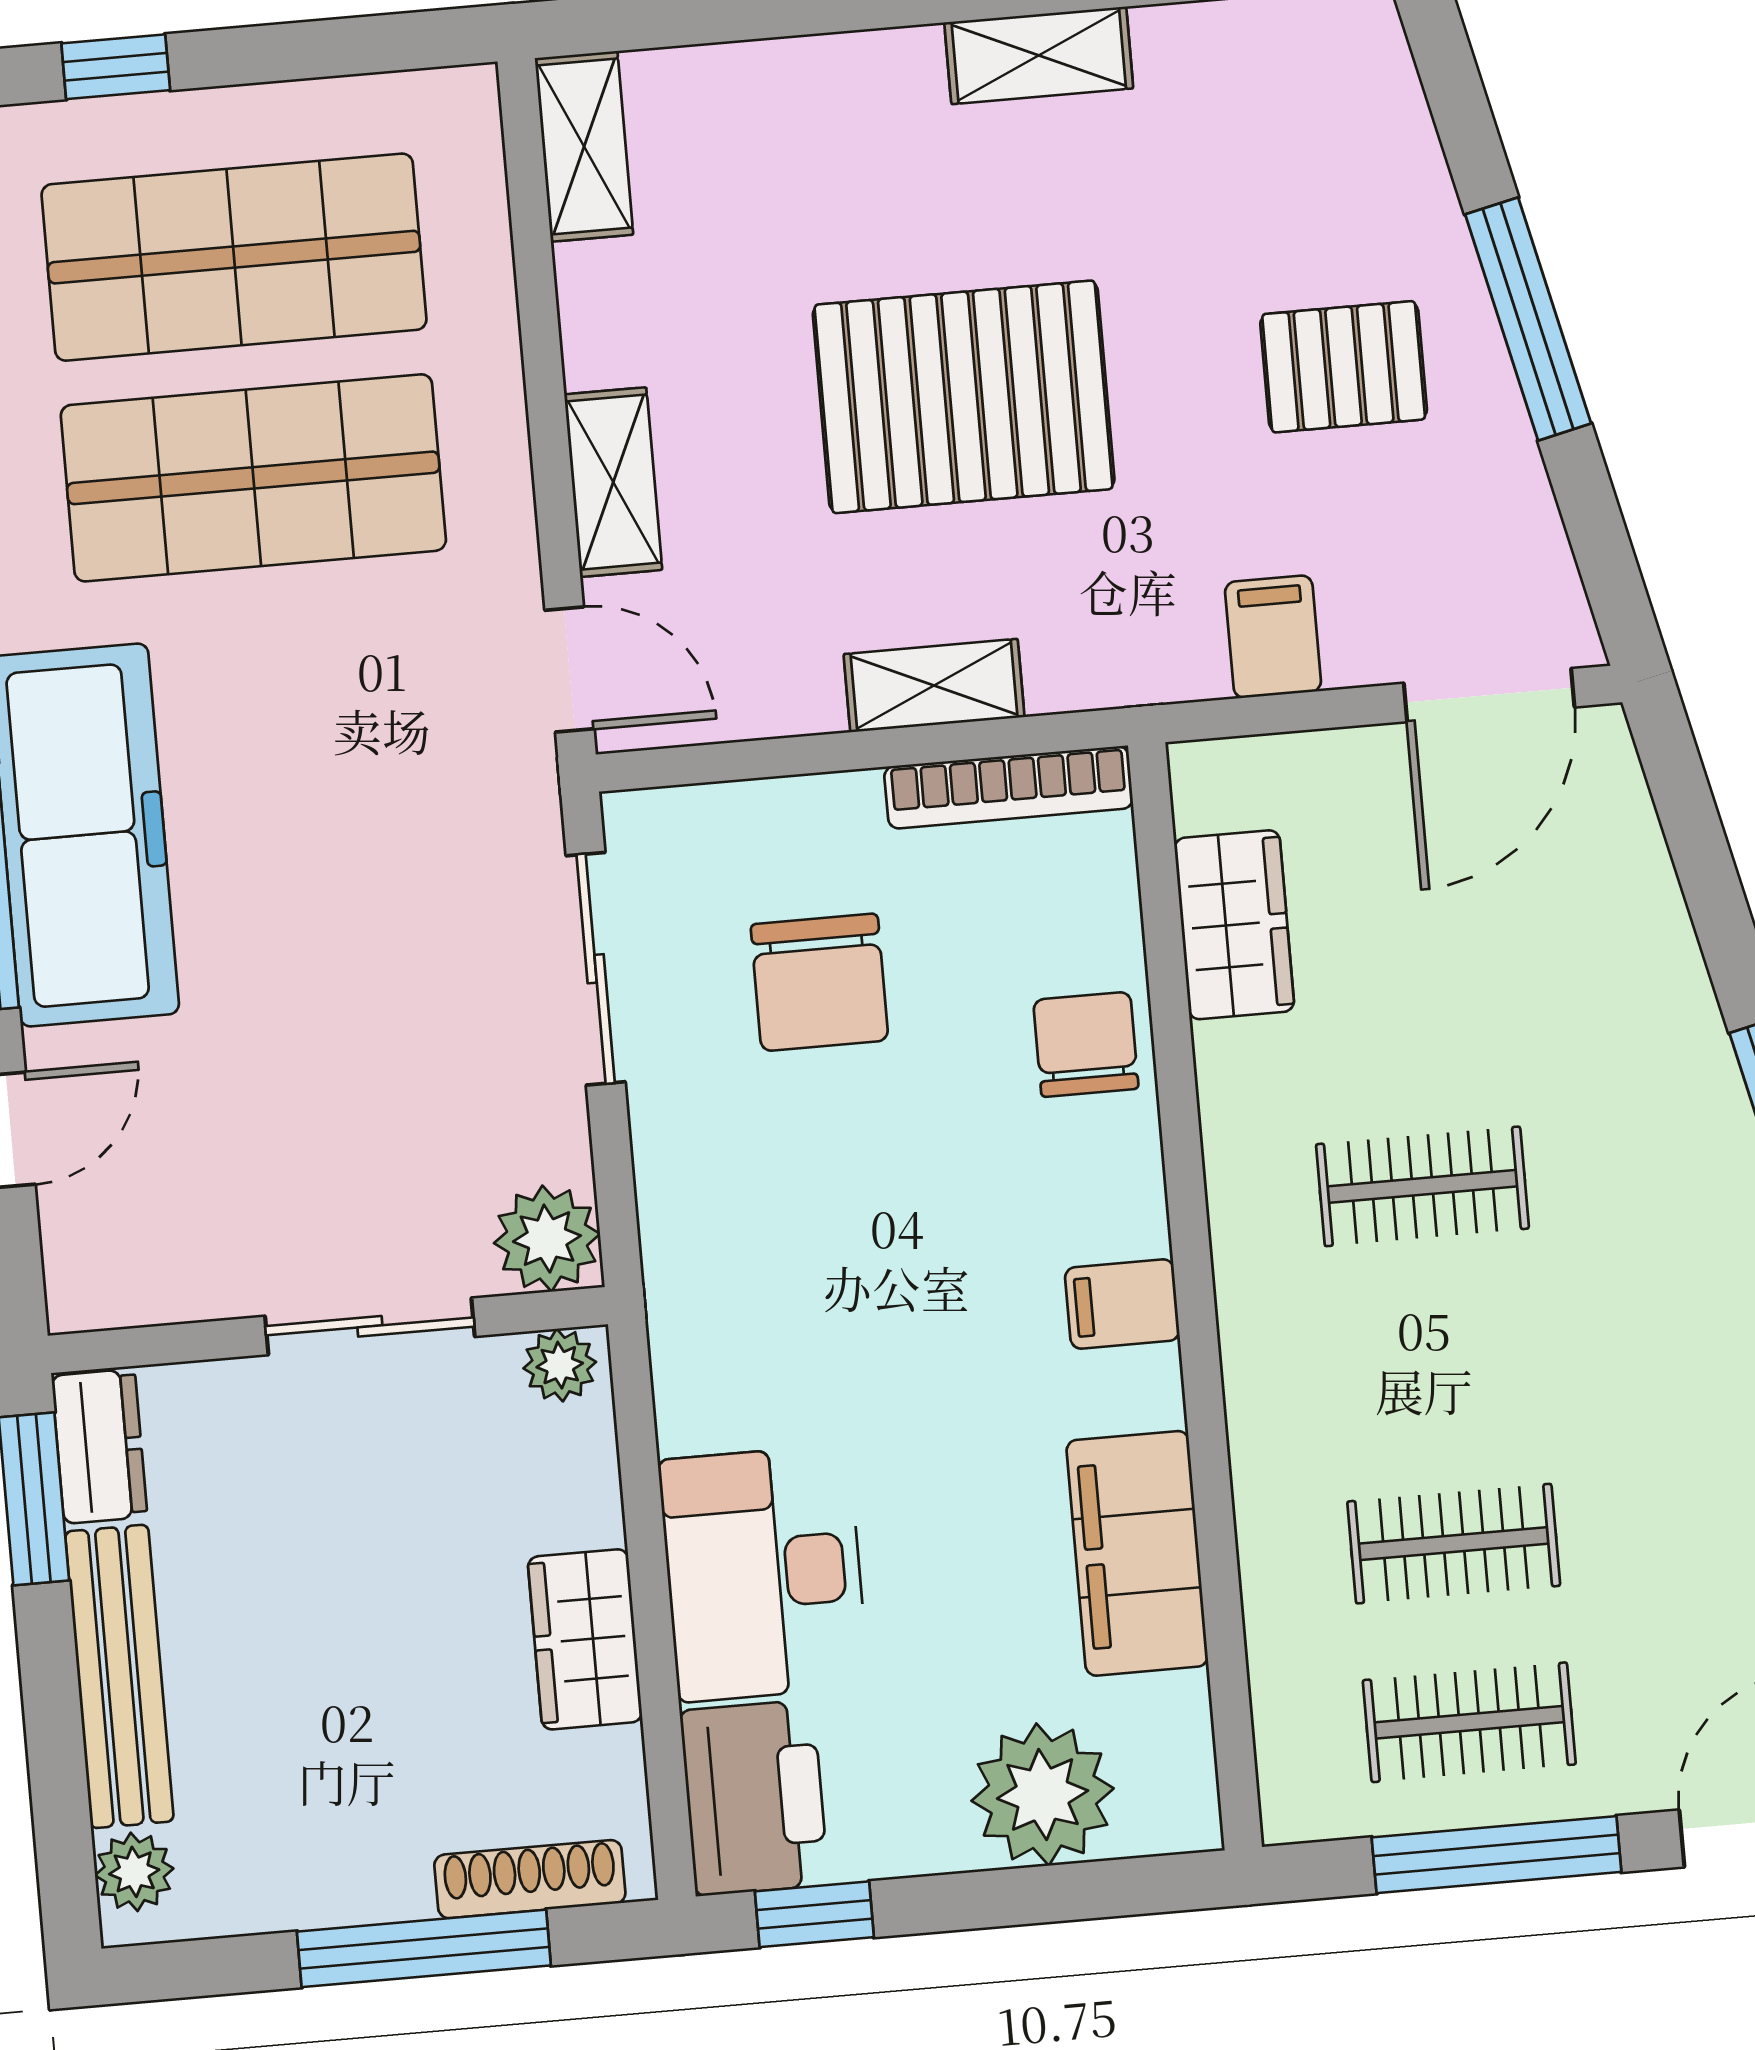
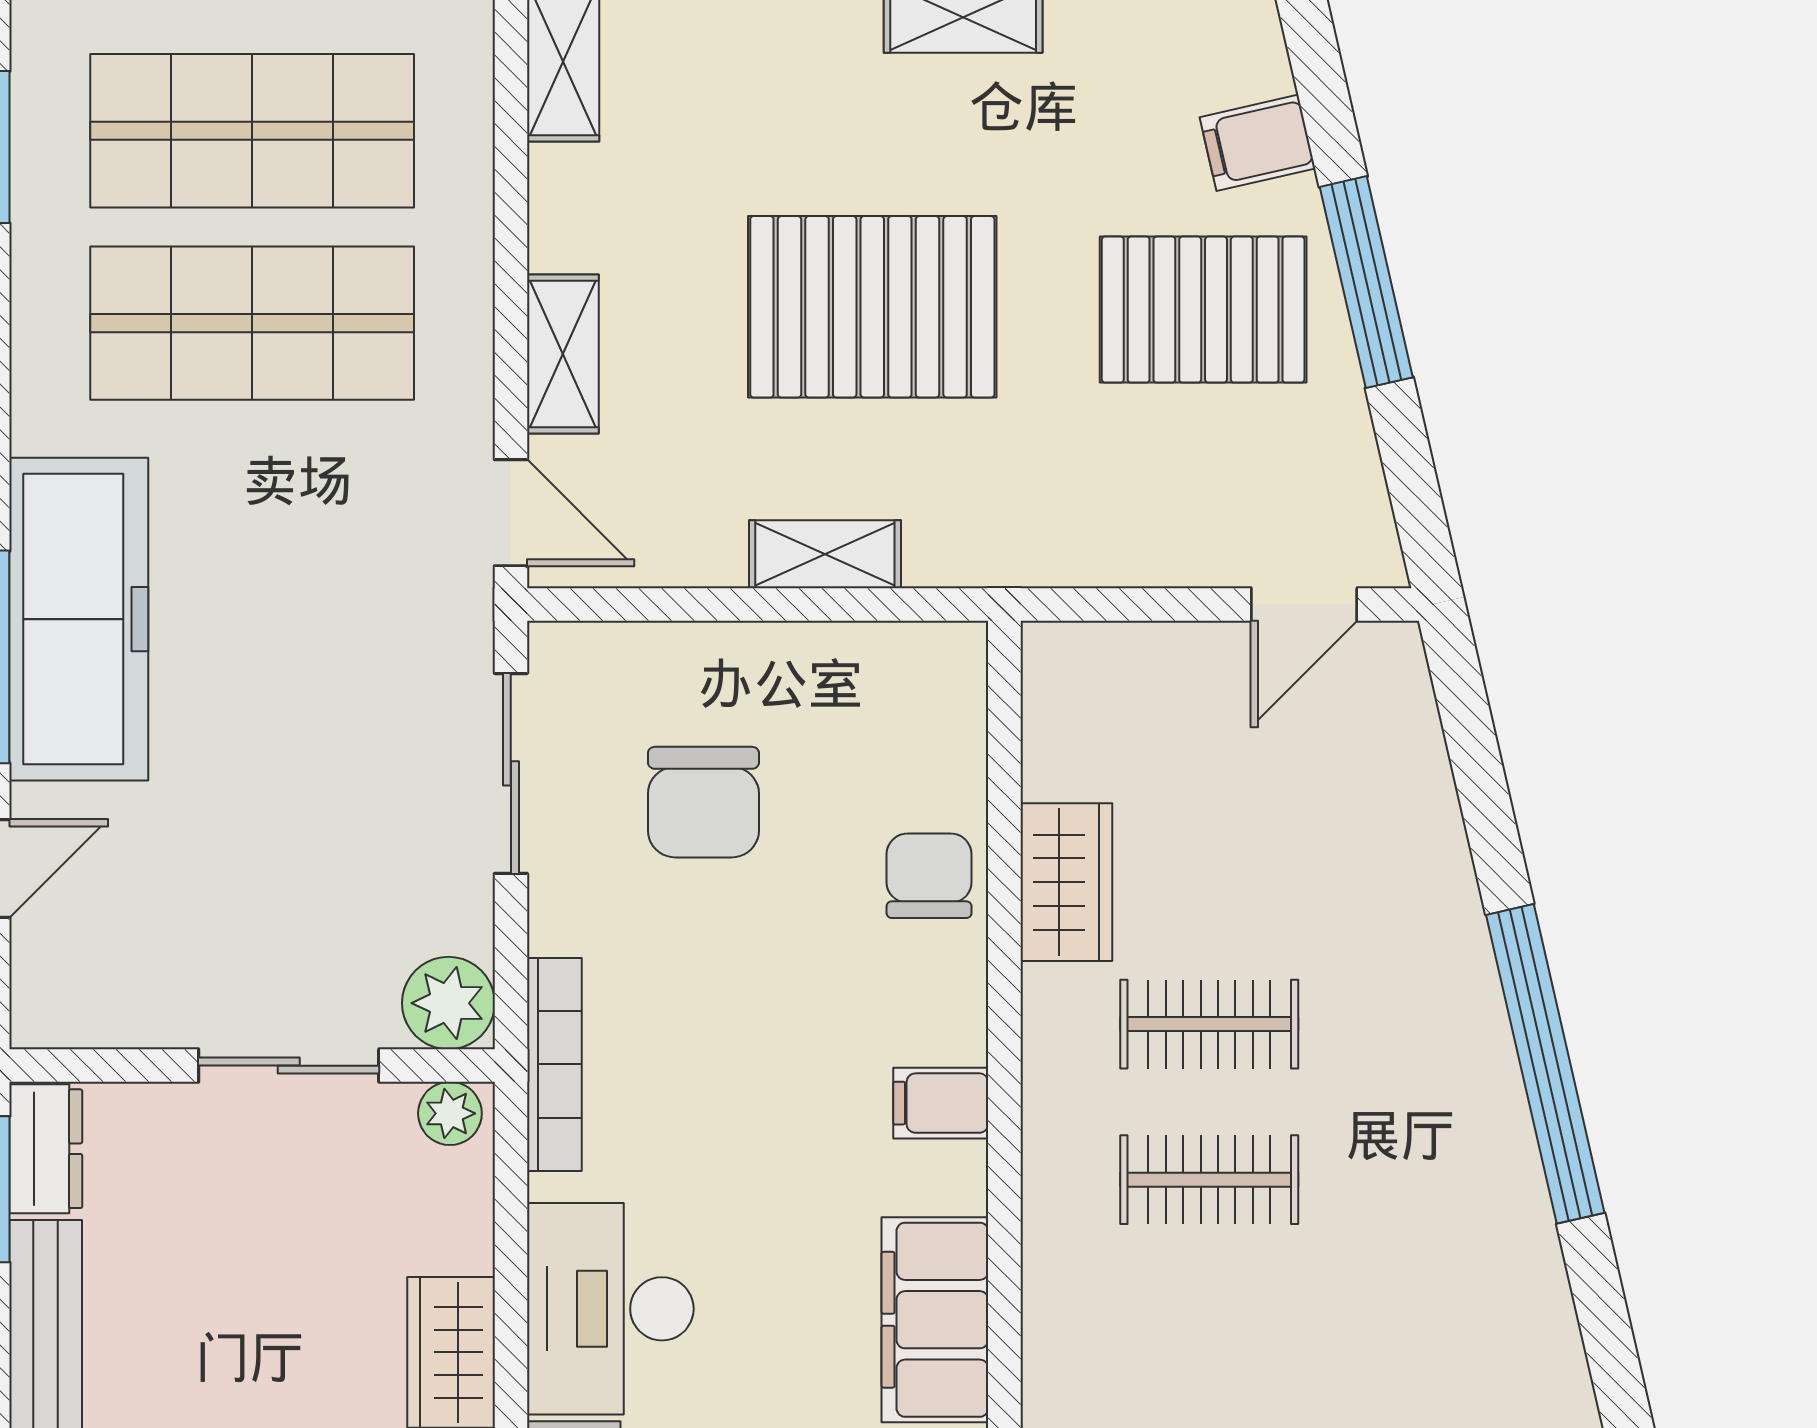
pallet: (1344, 367) -> (1203, 310), width x1.50, depth x1.42
filing cabinet: (1273, 637) -> (1258, 143), moved, turned -103
door: (1489, 695) -> (1304, 604), width x0.73
bookcase: (1009, 787) -> (554, 1064), moved, turned -90
wardrobe: (1234, 925) -> (1066, 882), moved
clothes rail: (1454, 1544) -> (1209, 1180), moved

